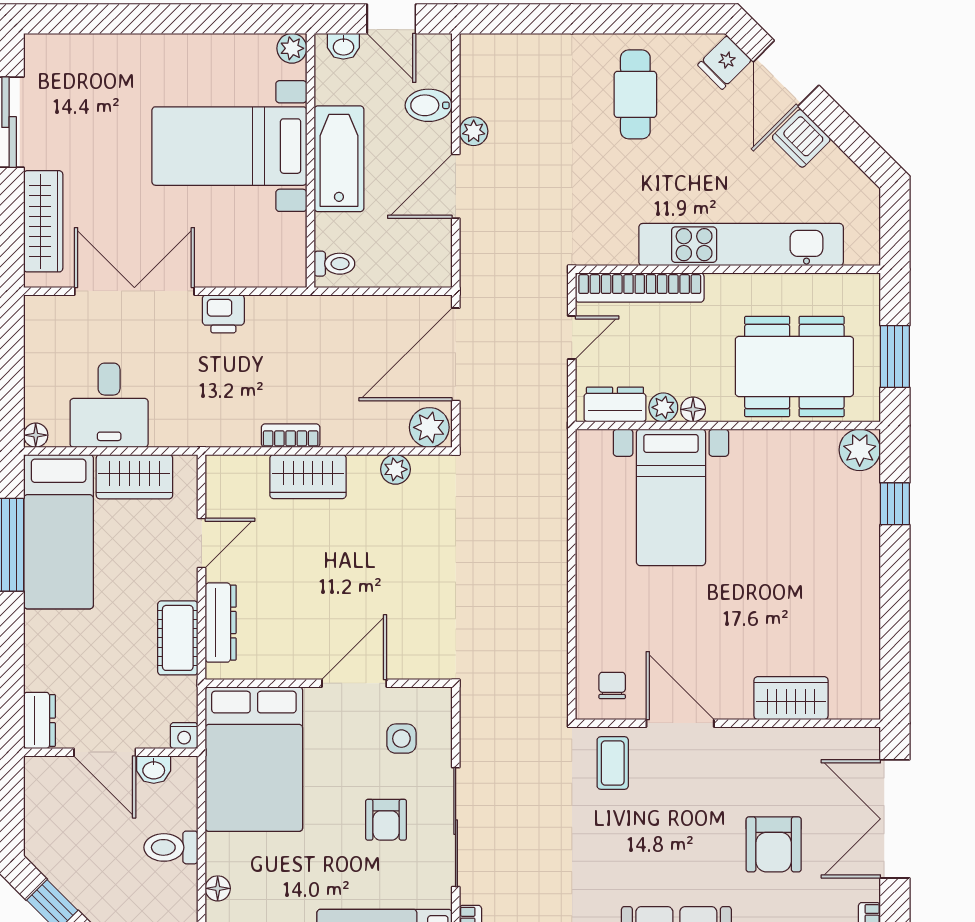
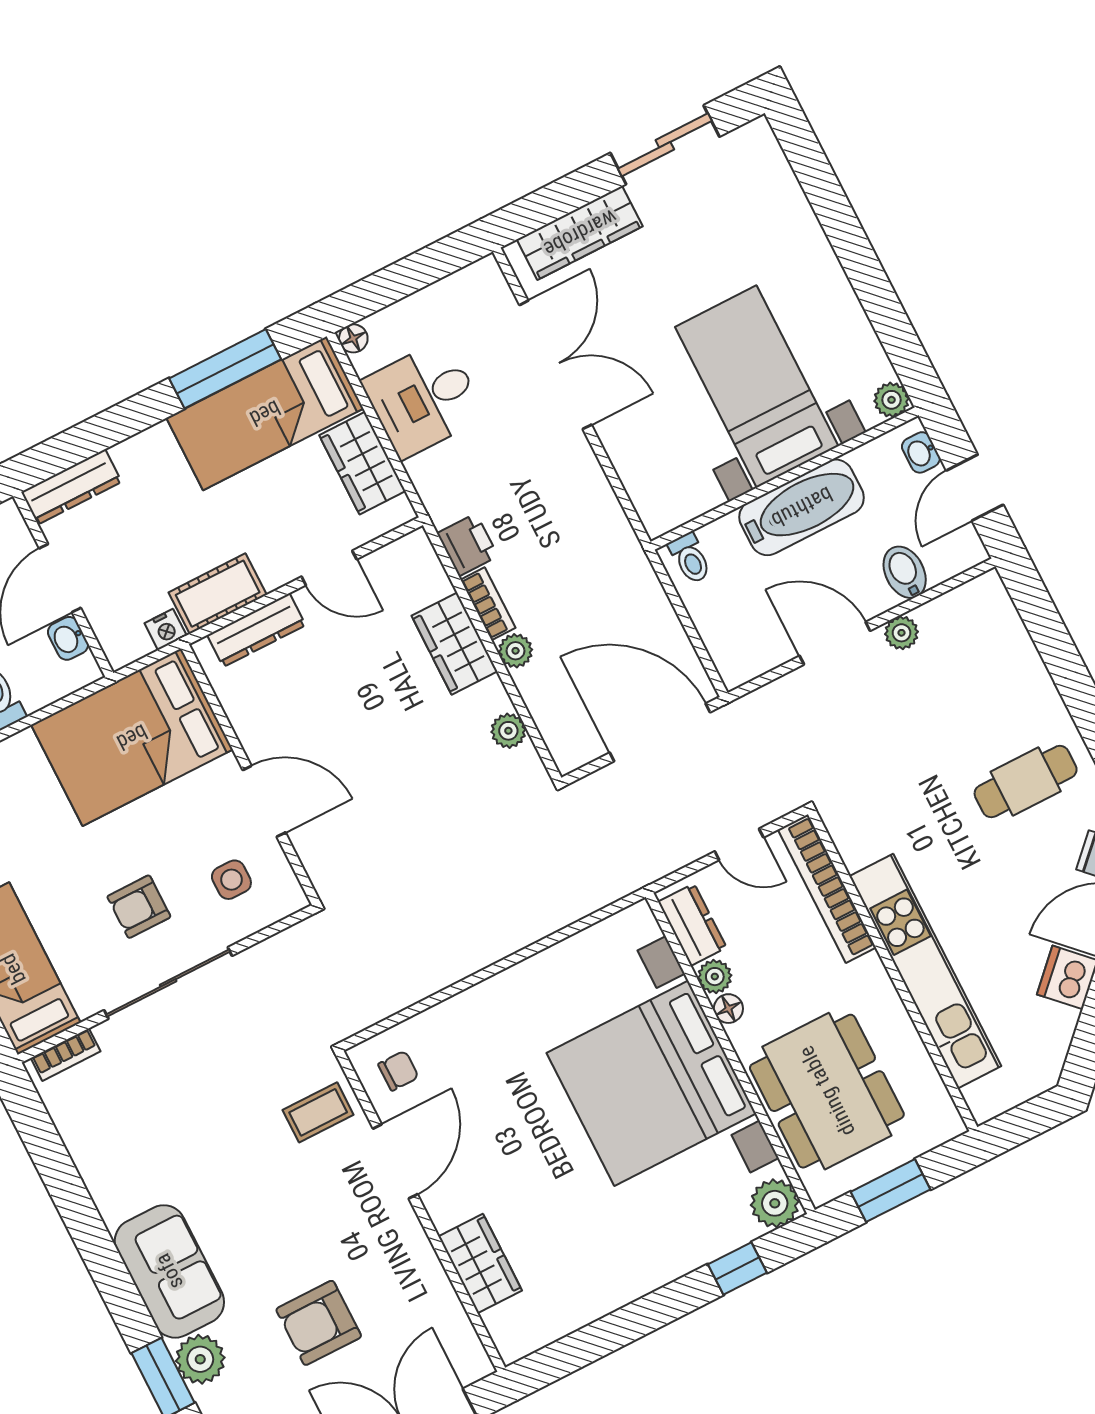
printer: (223, 314) -> (467, 545), moved, turned 180
plant: (429, 427) -> (516, 651), moved, width x0.73, depth x0.73
bed with nightstands: (671, 497) -> (651, 1083), width x1.85
dresser: (39, 720) -> (71, 487), width x1.44
nightstand: (184, 736) -> (166, 629), moved, turned -90

